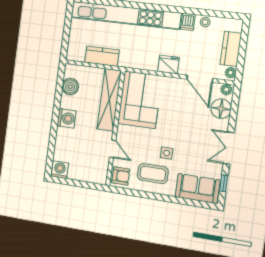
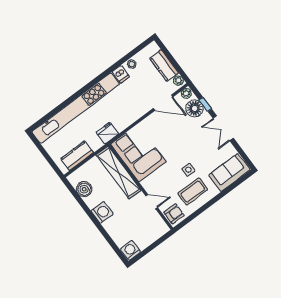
kitchen counter: (102, 56) -> (77, 156), moved
fridge: (168, 65) -> (107, 133), moved
window: (224, 183) -> (205, 104), moved

